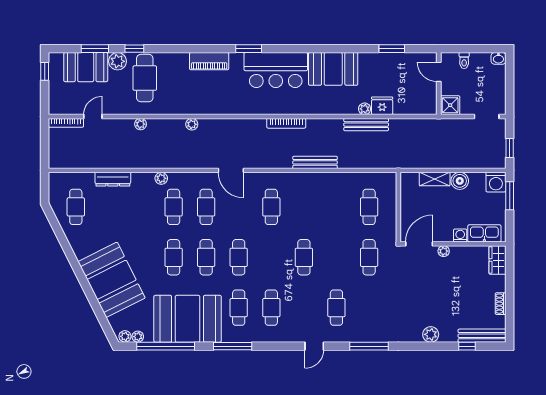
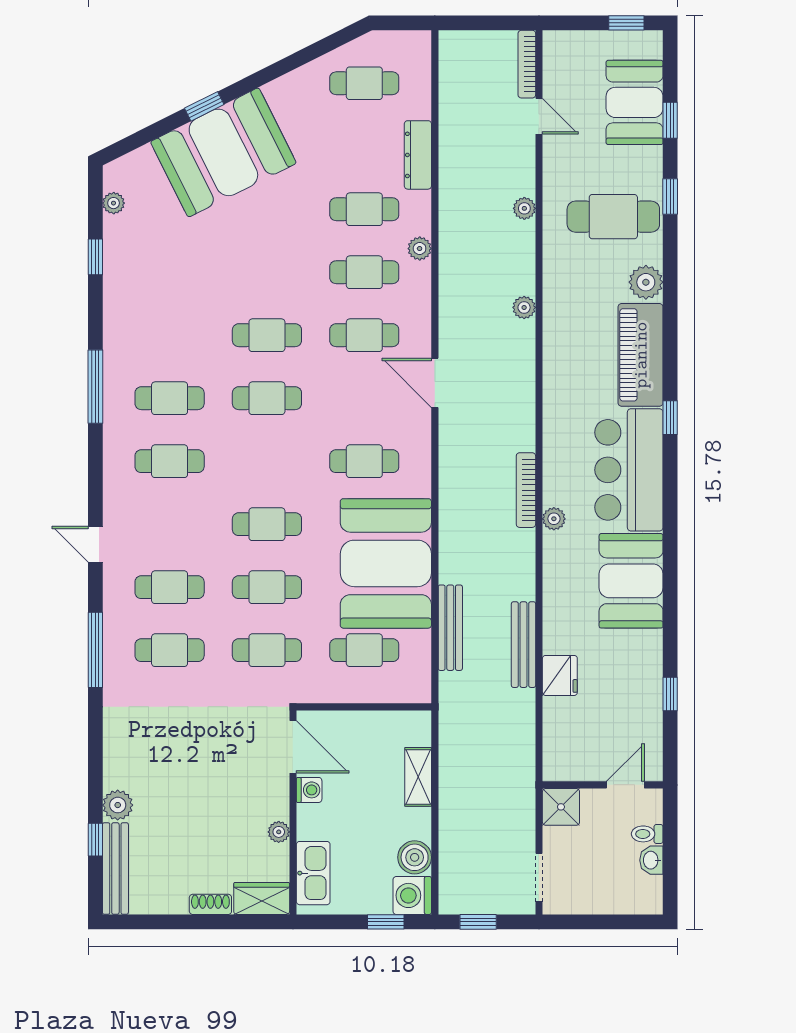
window: (95, 49) -> (670, 120), width x0.67
window: (249, 49) -> (670, 418), width x0.67
window: (392, 49) -> (670, 694), width x0.67
washbasin: (498, 58) -> (651, 860), moved
plant: (118, 61) -> (646, 282), moved
piano: (209, 61) -> (641, 355), width x1.37, depth x1.33
plant: (365, 109) -> (554, 519), moved
bench: (315, 162) -> (450, 628), moved
door: (231, 170) -> (435, 383), hinge flipped
boiler: (460, 181) -> (415, 857), moved
window: (510, 196) -> (386, 922), width x0.67
washing machine: (460, 235) -> (309, 790), moved
plant: (444, 251) -> (279, 832), moved
cafe table: (174, 257) -> (364, 209), moved
cafe table: (336, 257) -> (267, 587), added
window: (88, 290) -> (204, 106), added
shoe rack: (501, 304) -> (210, 904), moved
cafe table: (369, 308) -> (170, 650), added
booth: (188, 319) -> (386, 563), moved
plant: (431, 334) -> (118, 805), moved
plant: (125, 336) -> (114, 178), removed
window: (166, 346) -> (95, 257), width x0.32

